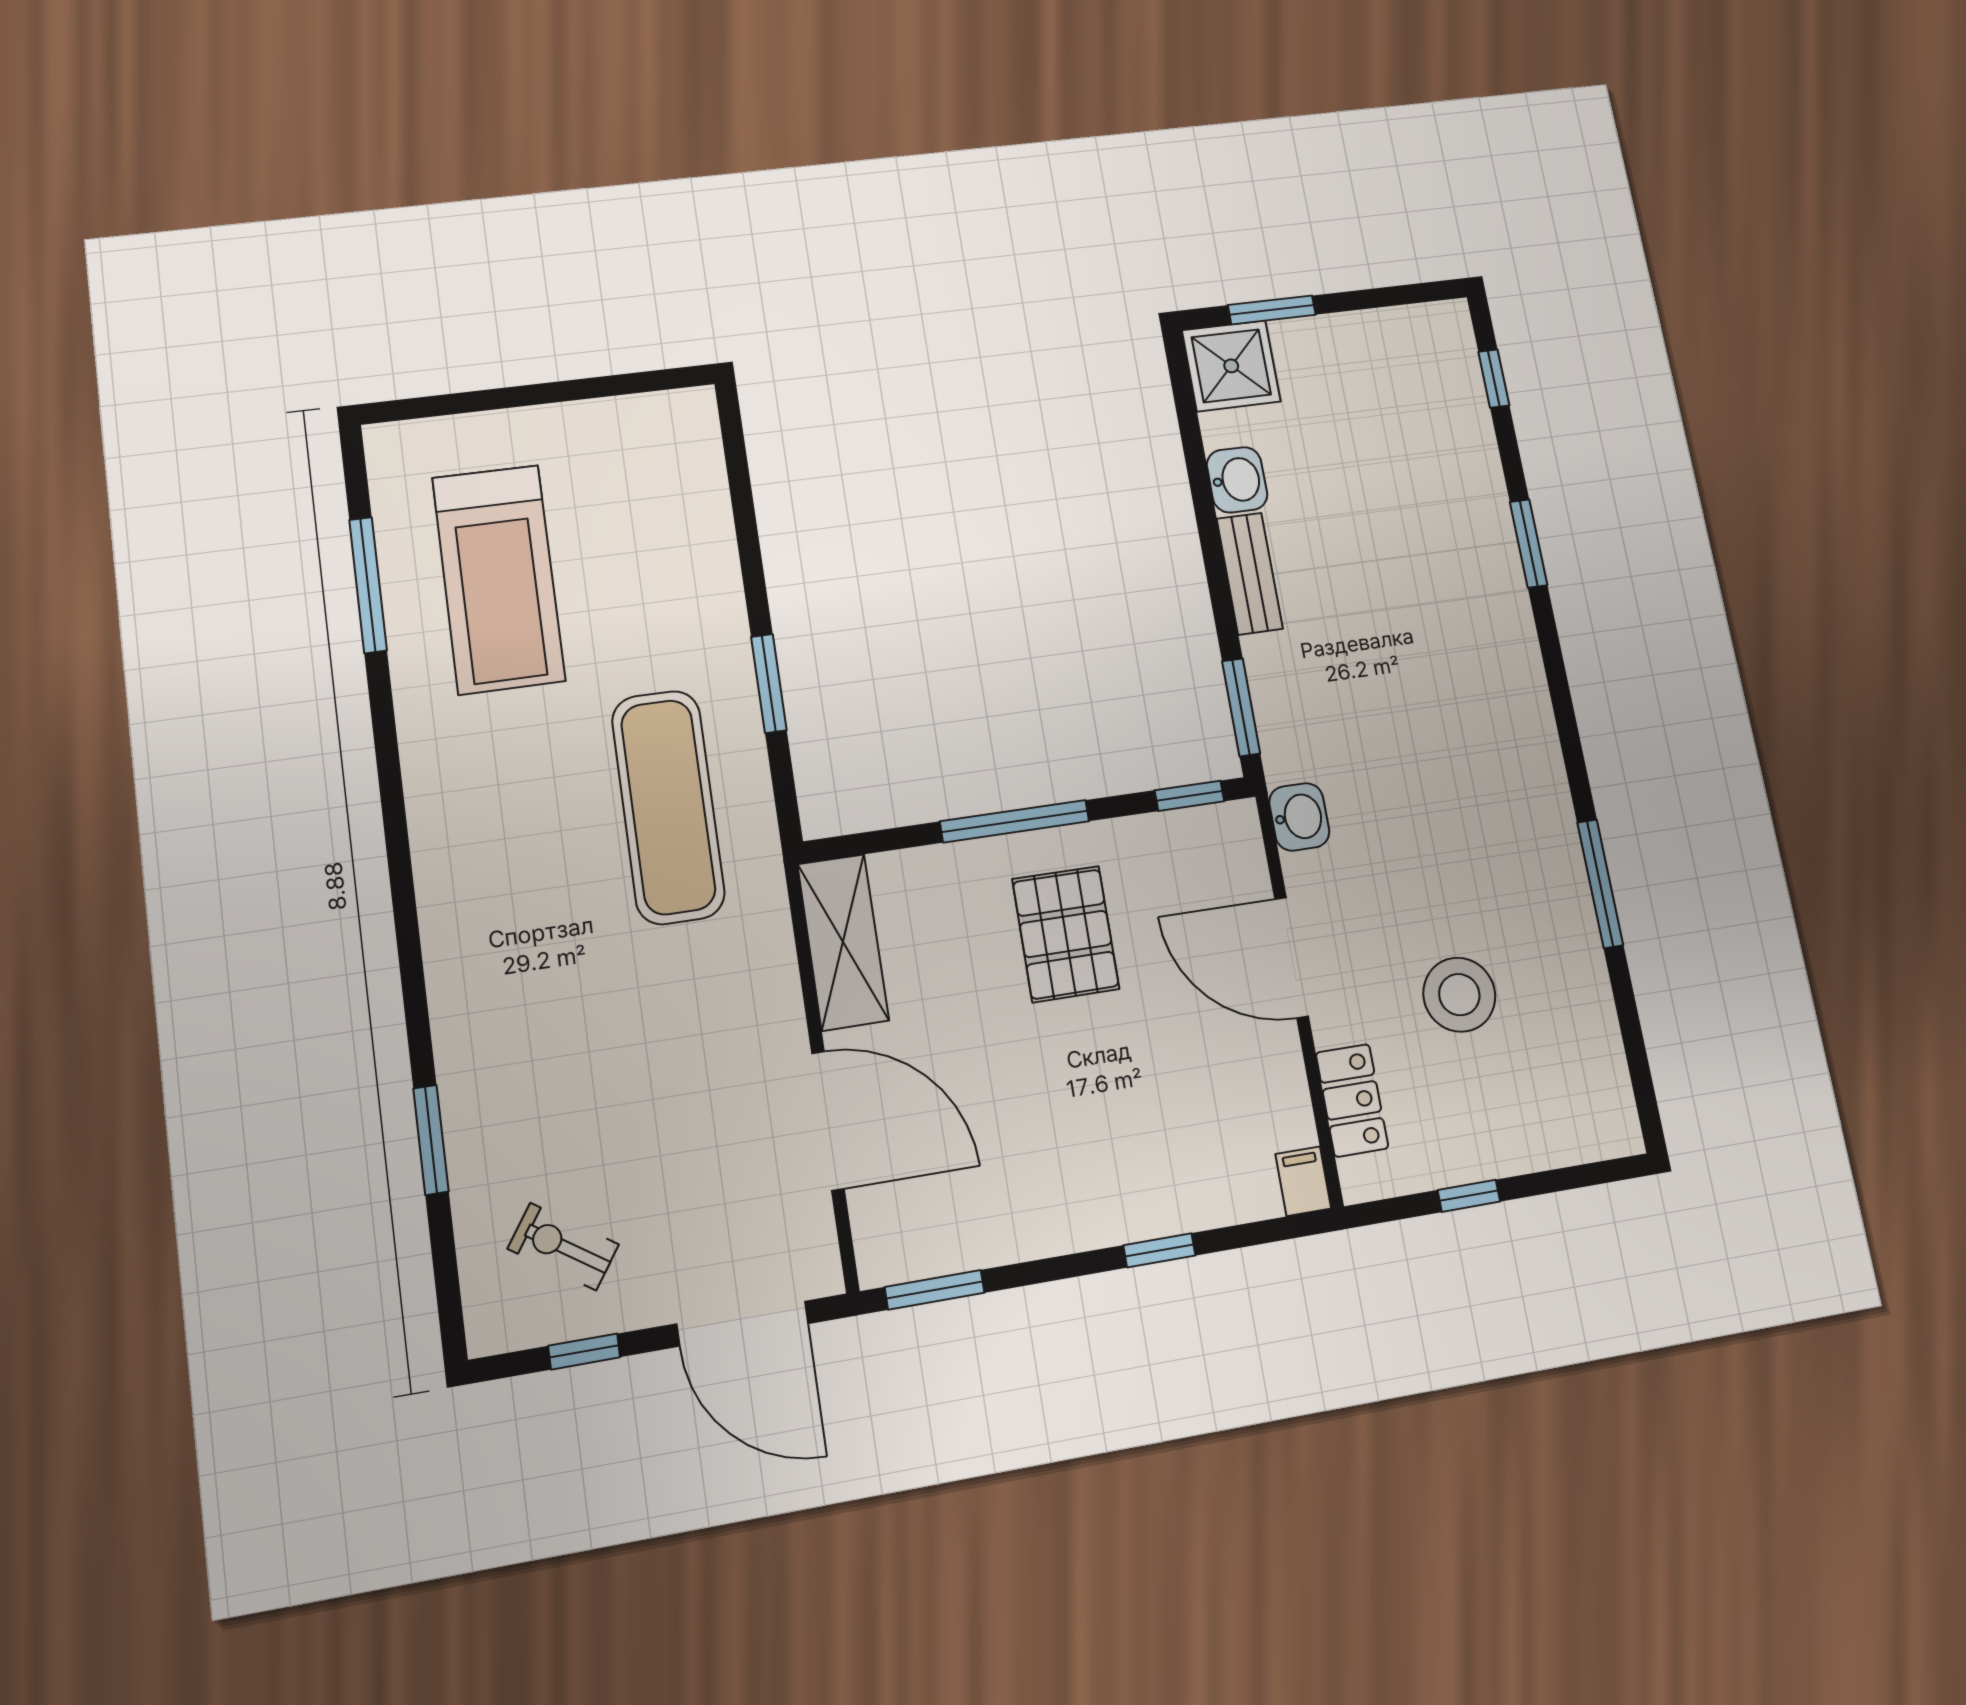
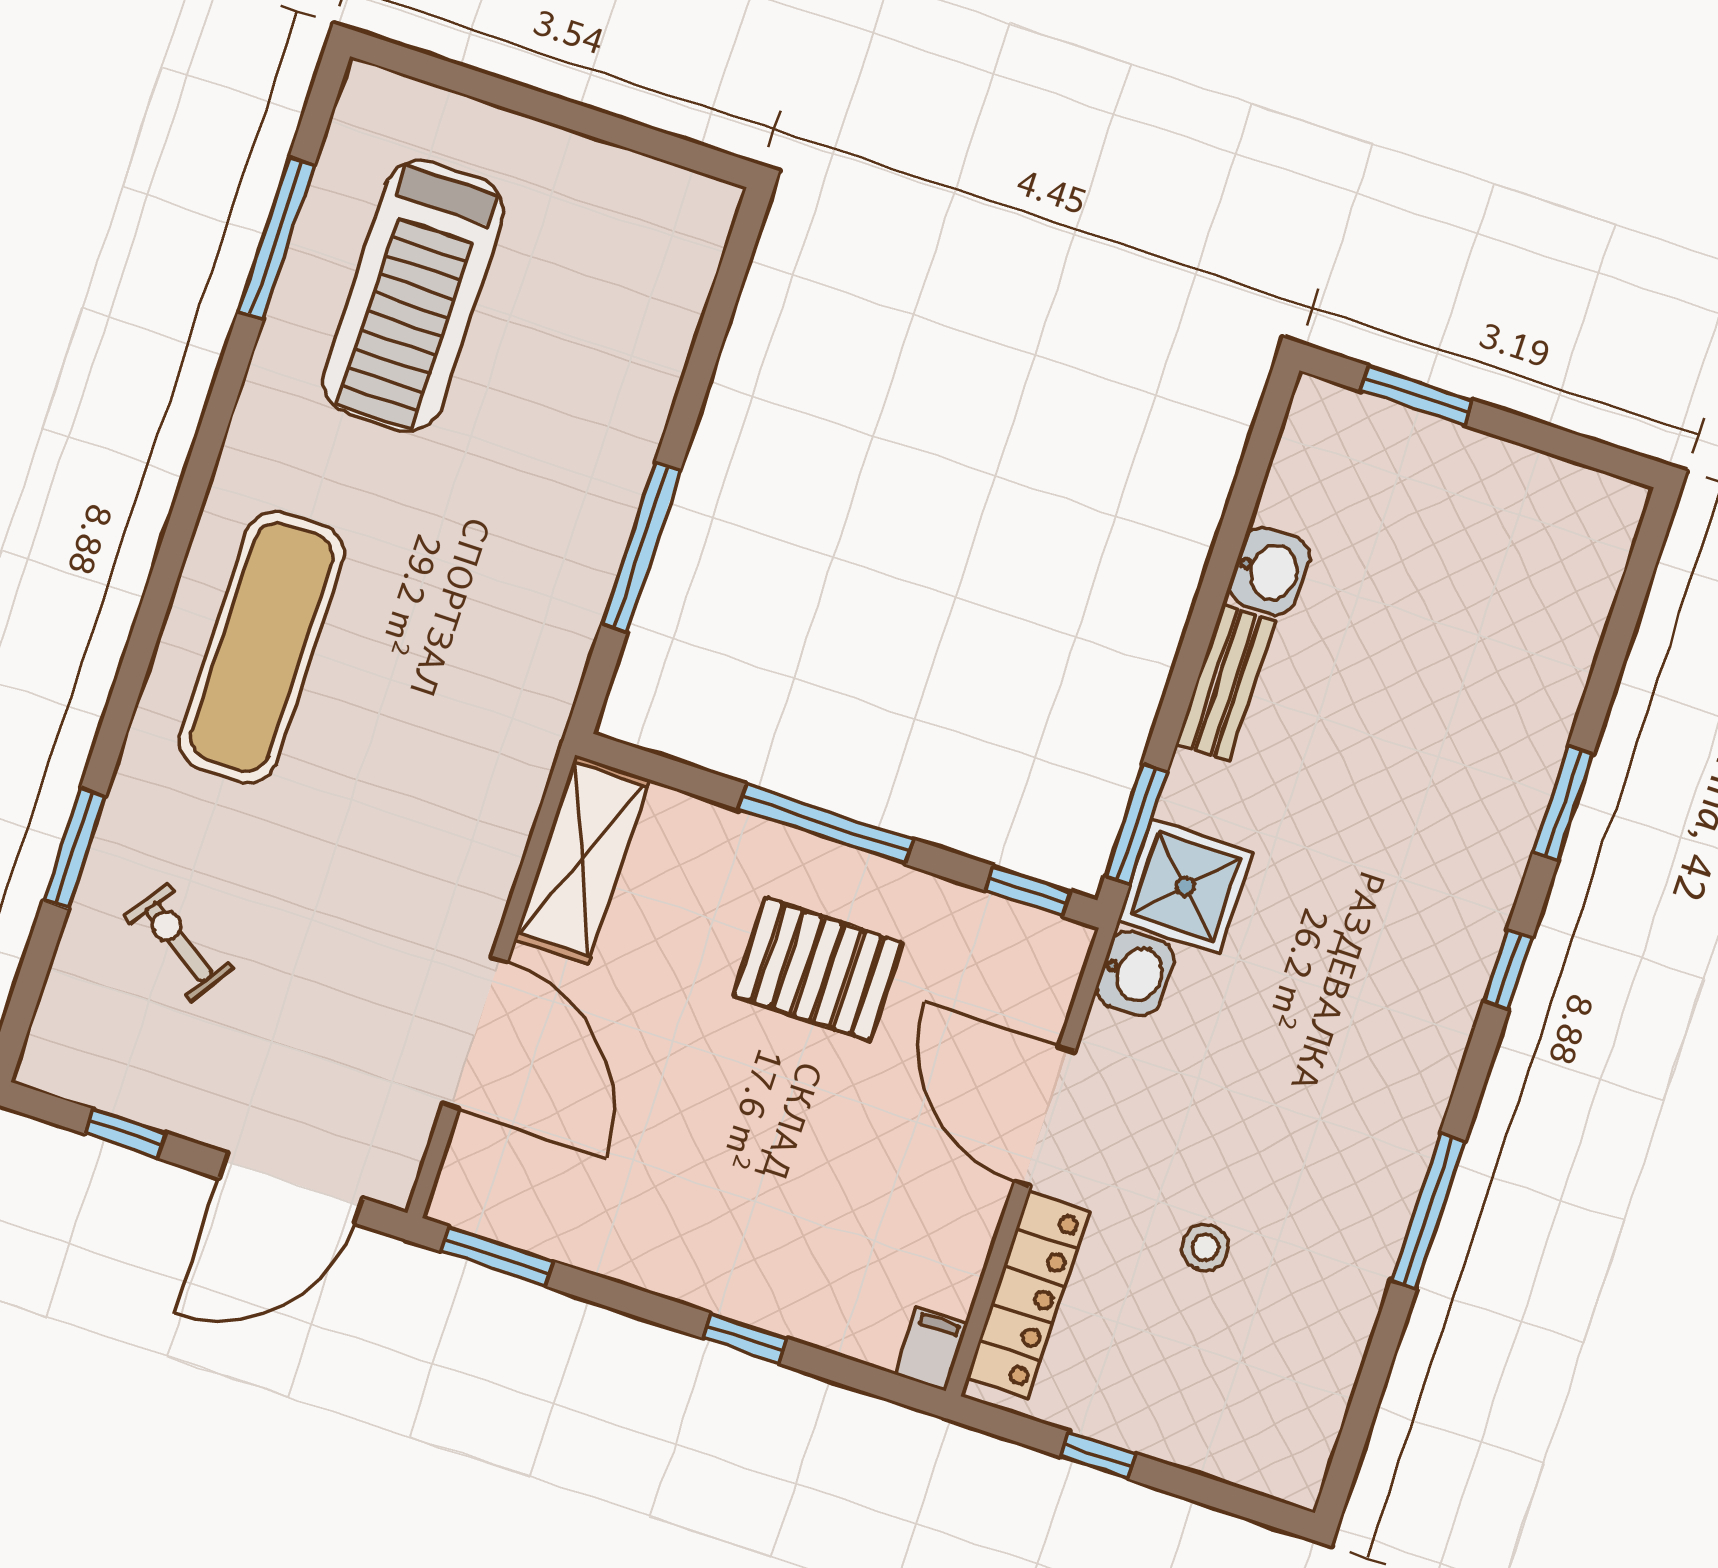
shower: (1231, 366) -> (1186, 887), moved
window: (1494, 379) -> (1508, 969), moved
window: (769, 683) -> (641, 548), width x1.44
exercise mat: (668, 807) -> (262, 647), moved
pallet: (1066, 934) -> (818, 969), turned 90
stool: (1459, 995) -> (1205, 1247), width x0.53, depth x0.53
locker: (1352, 1100) -> (1028, 1295), width x1.53
exercise bike: (563, 1247) -> (179, 942), moved
door: (743, 1324) -> (291, 1188), hinge flipped

